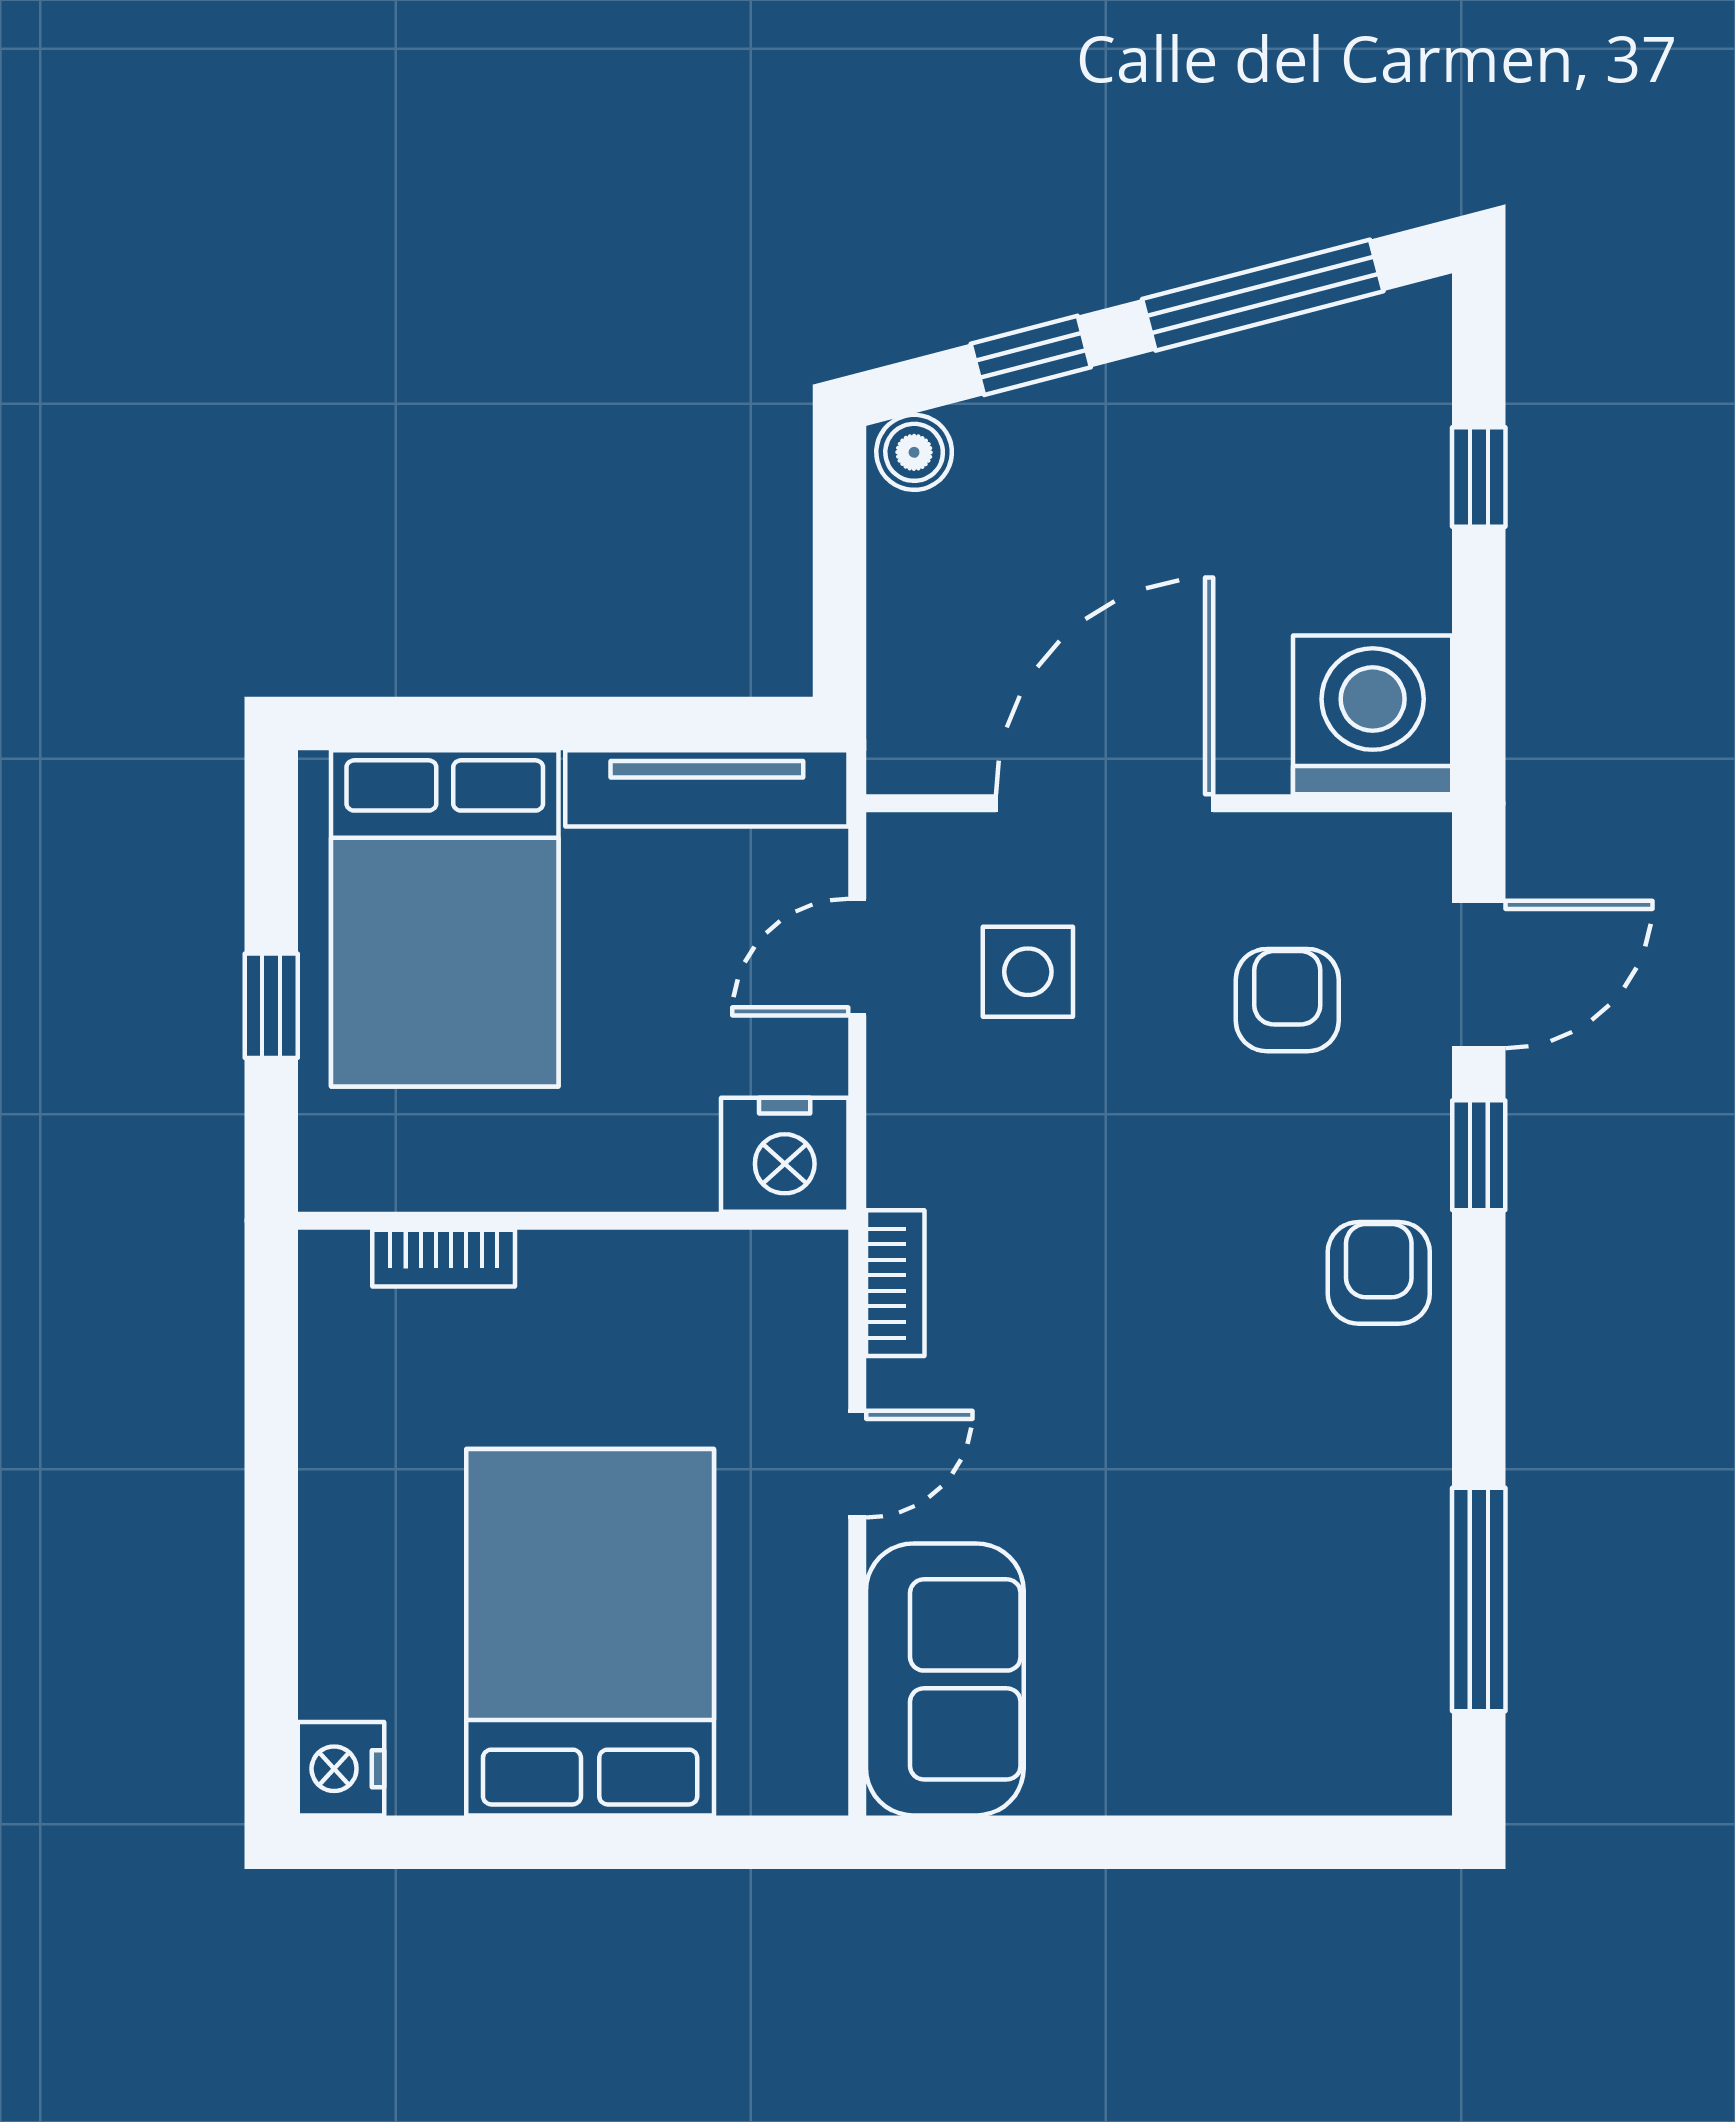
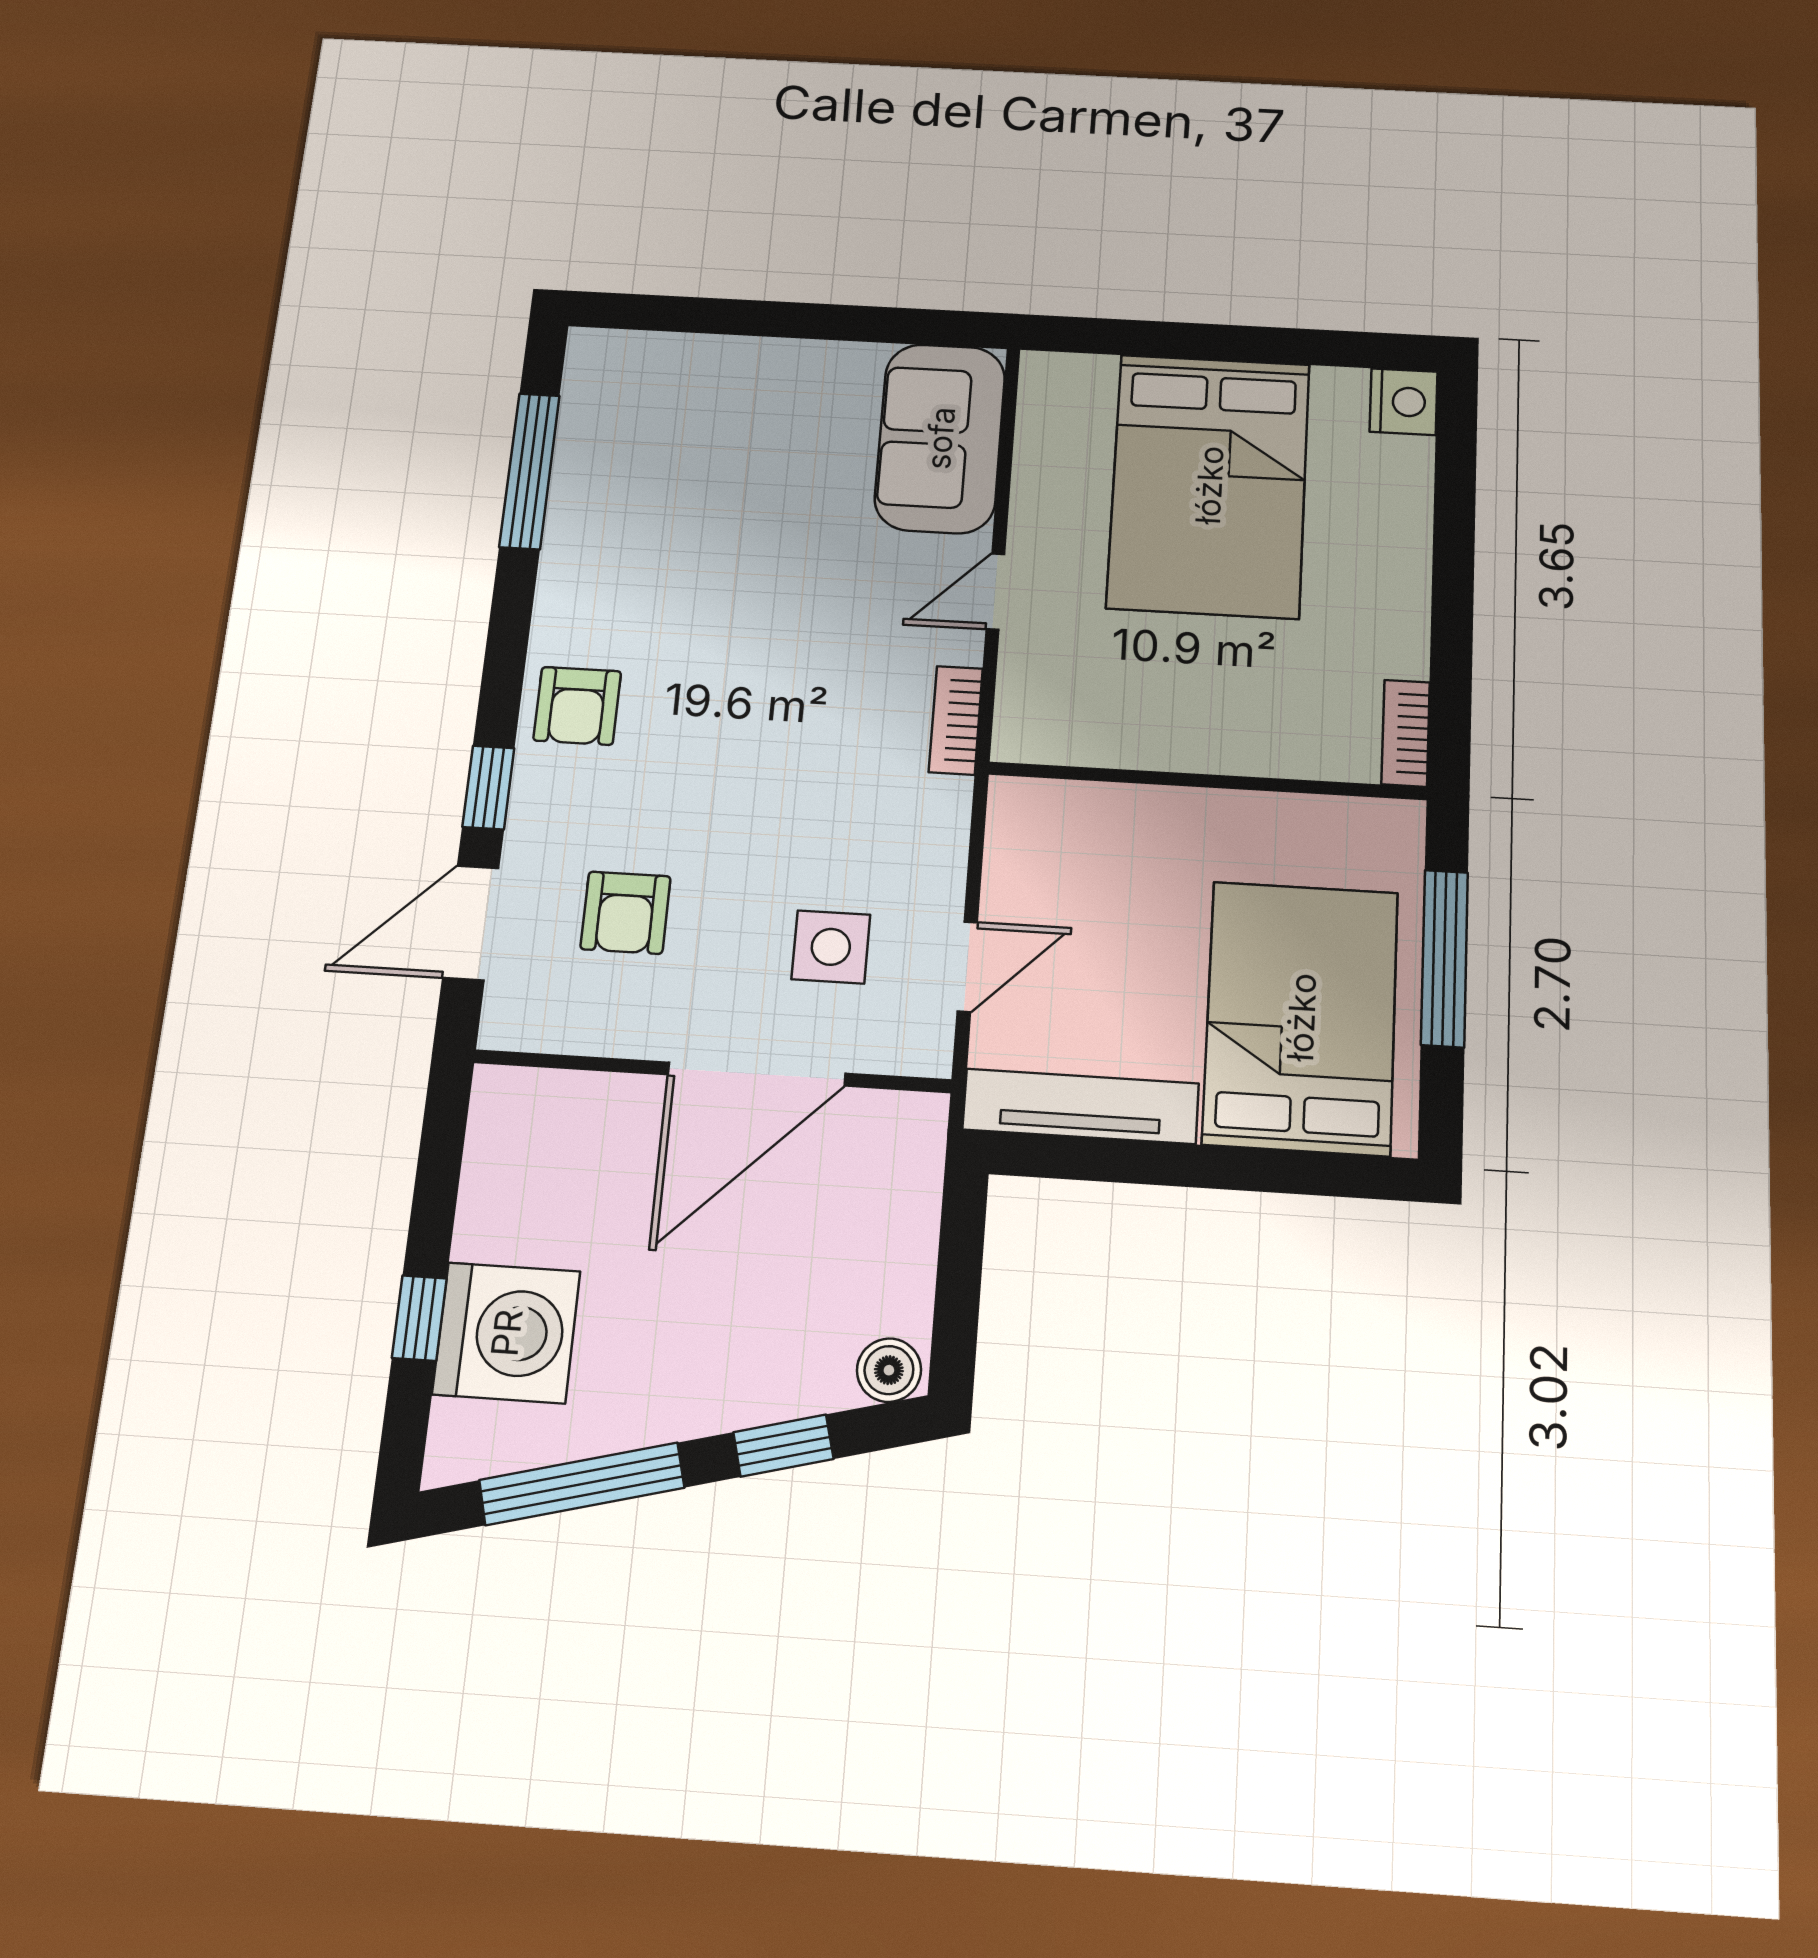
washing machine: (1373, 715) -> (506, 1333), moved, turned -90
window: (271, 1006) -> (1444, 958), width x2.17
nightstand: (785, 1155) -> (1036, 820), removed
bookcase: (444, 1258) -> (1406, 733), moved, turned -90

